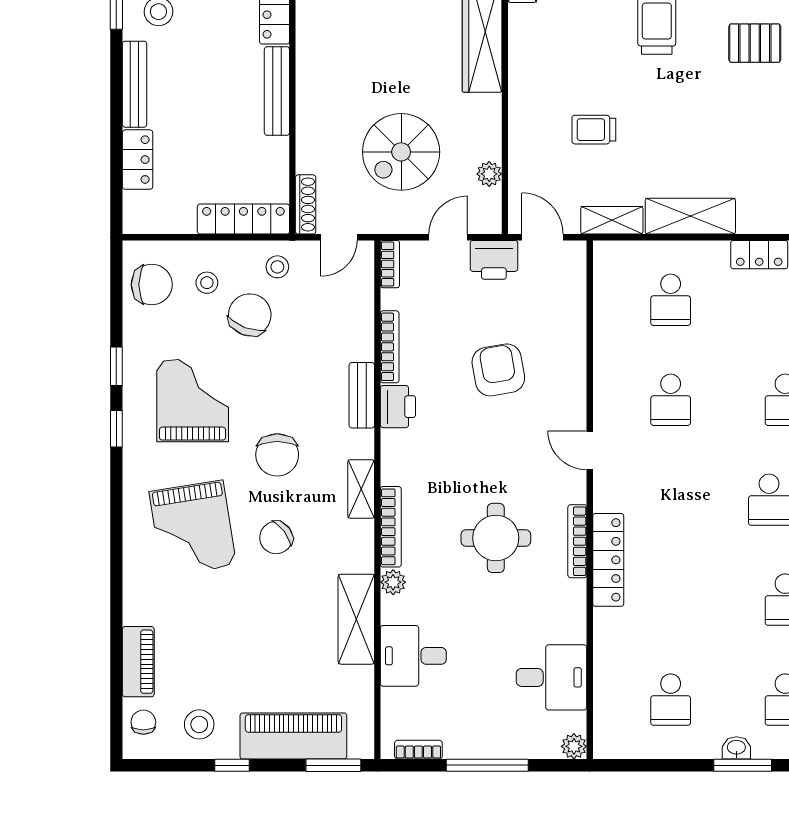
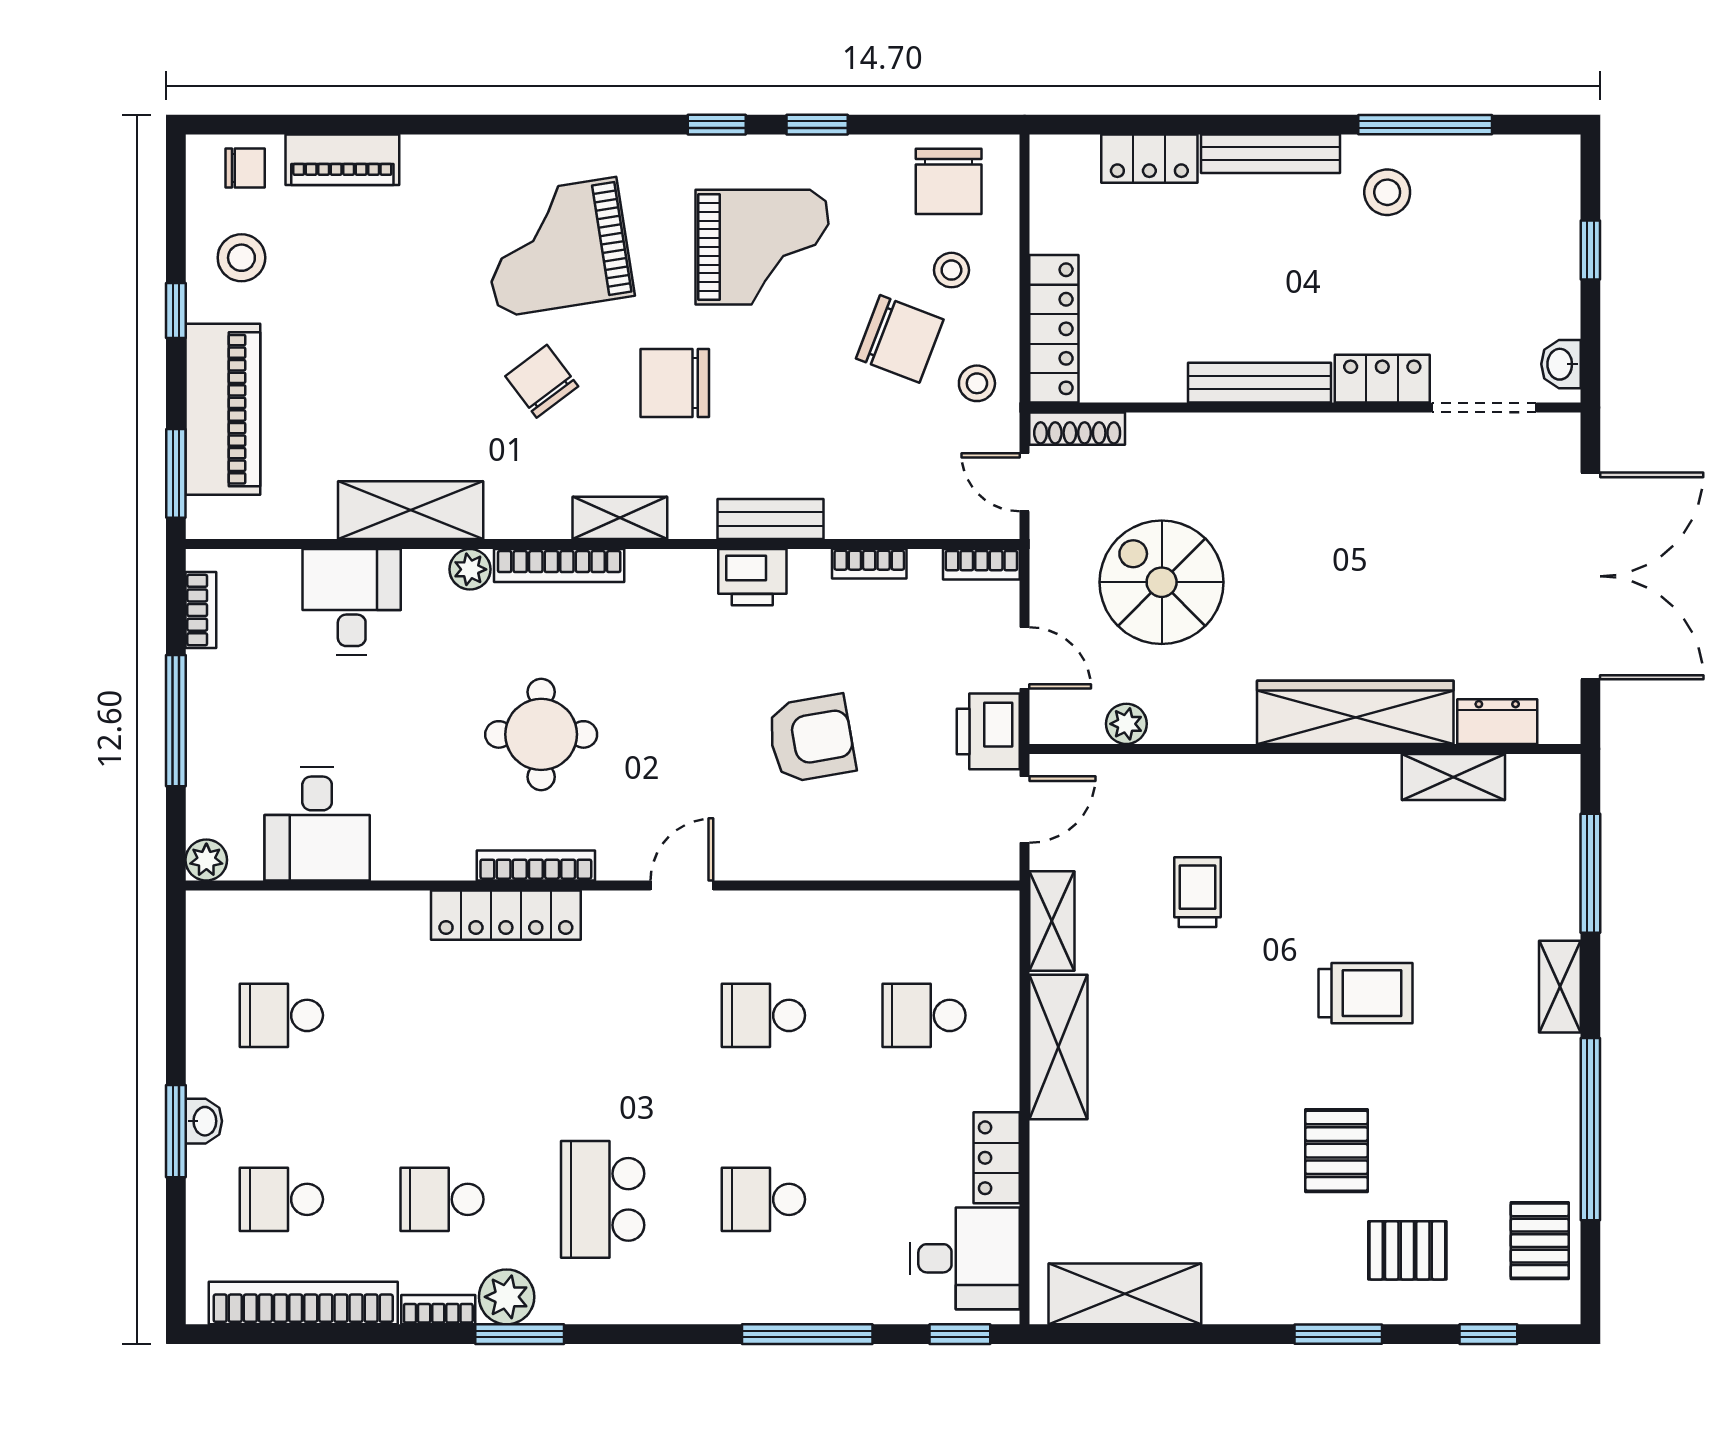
bookcase: (390, 347) -> (869, 564), width x0.64

